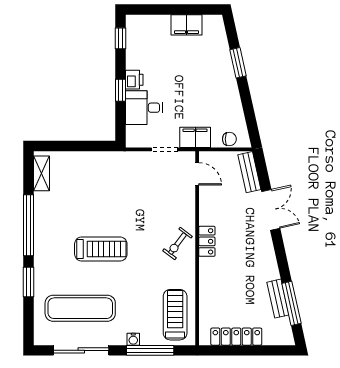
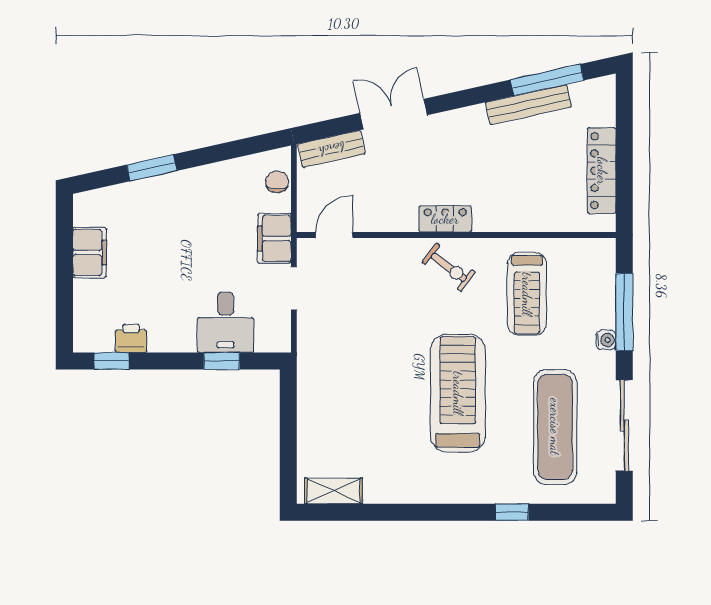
printer: (134, 80) -> (131, 338), moved
window: (120, 90) -> (222, 361), moved
window: (28, 225) -> (419, 512), removed
treadmill: (101, 249) -> (458, 393), width x1.37, depth x1.38
window: (28, 282) -> (512, 512), width x0.67
bench: (278, 299) -> (528, 105), width x1.36
treadmill: (175, 315) -> (527, 294), moved, turned -90

